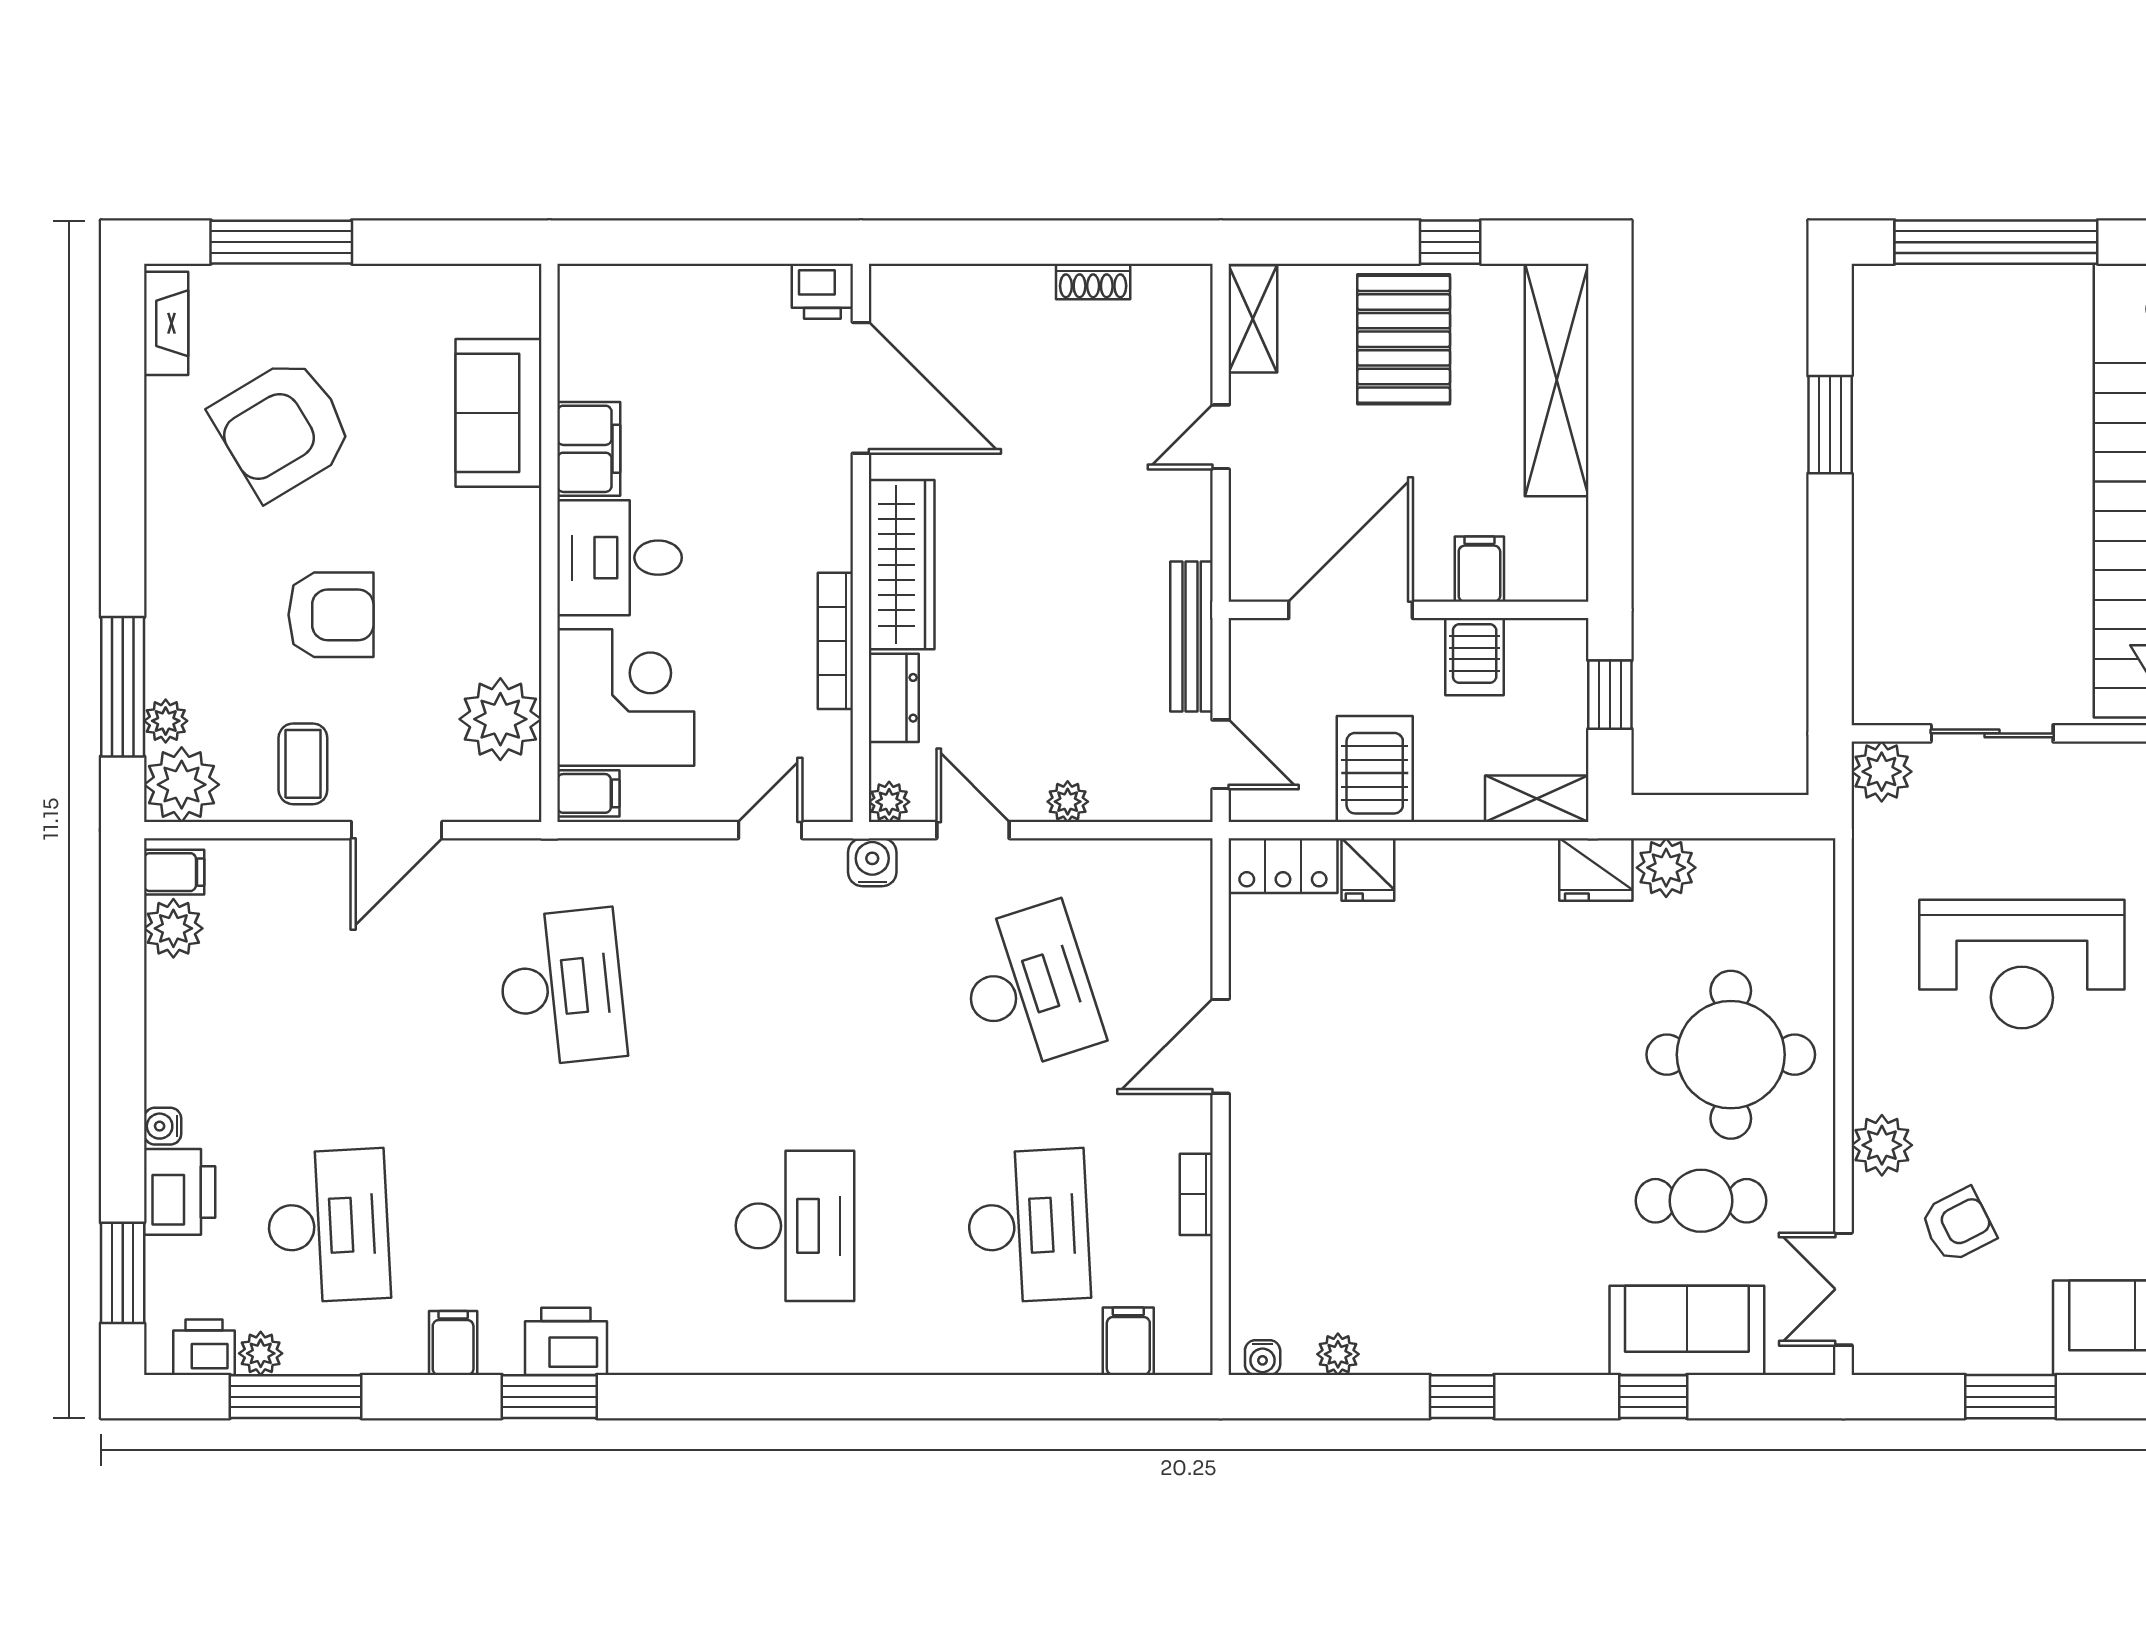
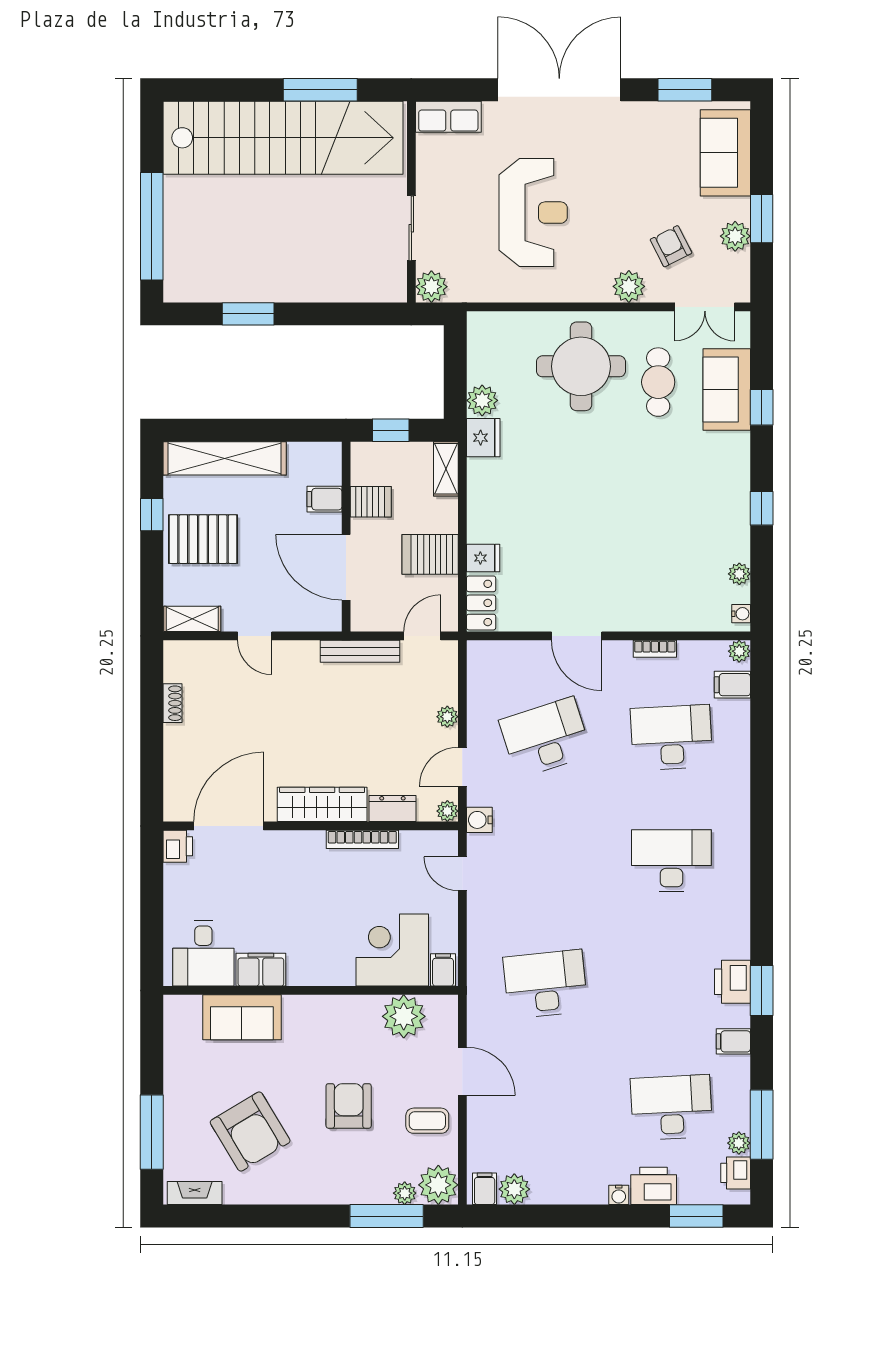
desk: (620, 558) -> (203, 953), moved
plant: (1977, 1346) -> (735, 236), added
plant: (1192, 1354) -> (739, 651), added

